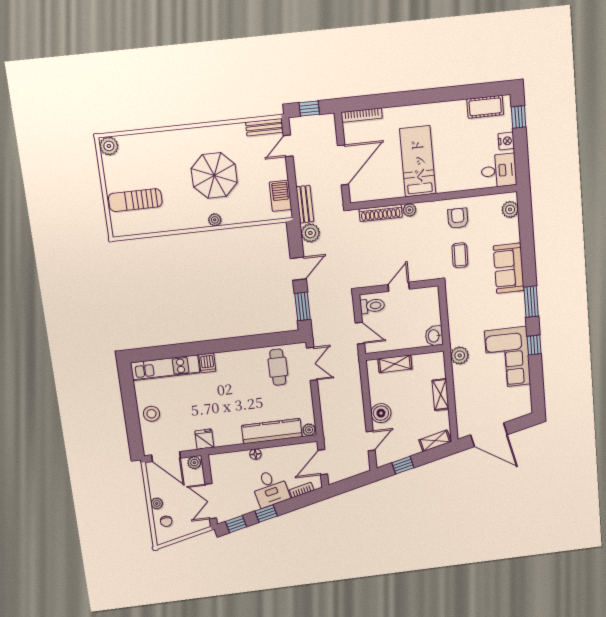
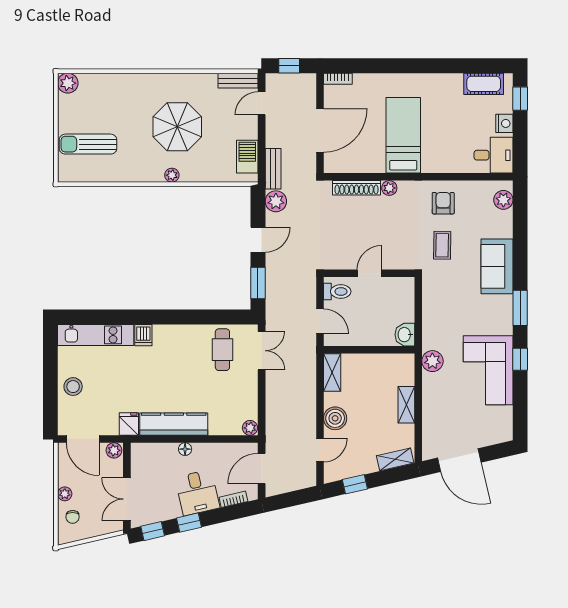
bookcase: (362, 115) -> (338, 79), width x0.64
shelving: (395, 364) -> (332, 373), moved, turned 90
kitchen counter: (272, 431) -> (174, 424), moved

